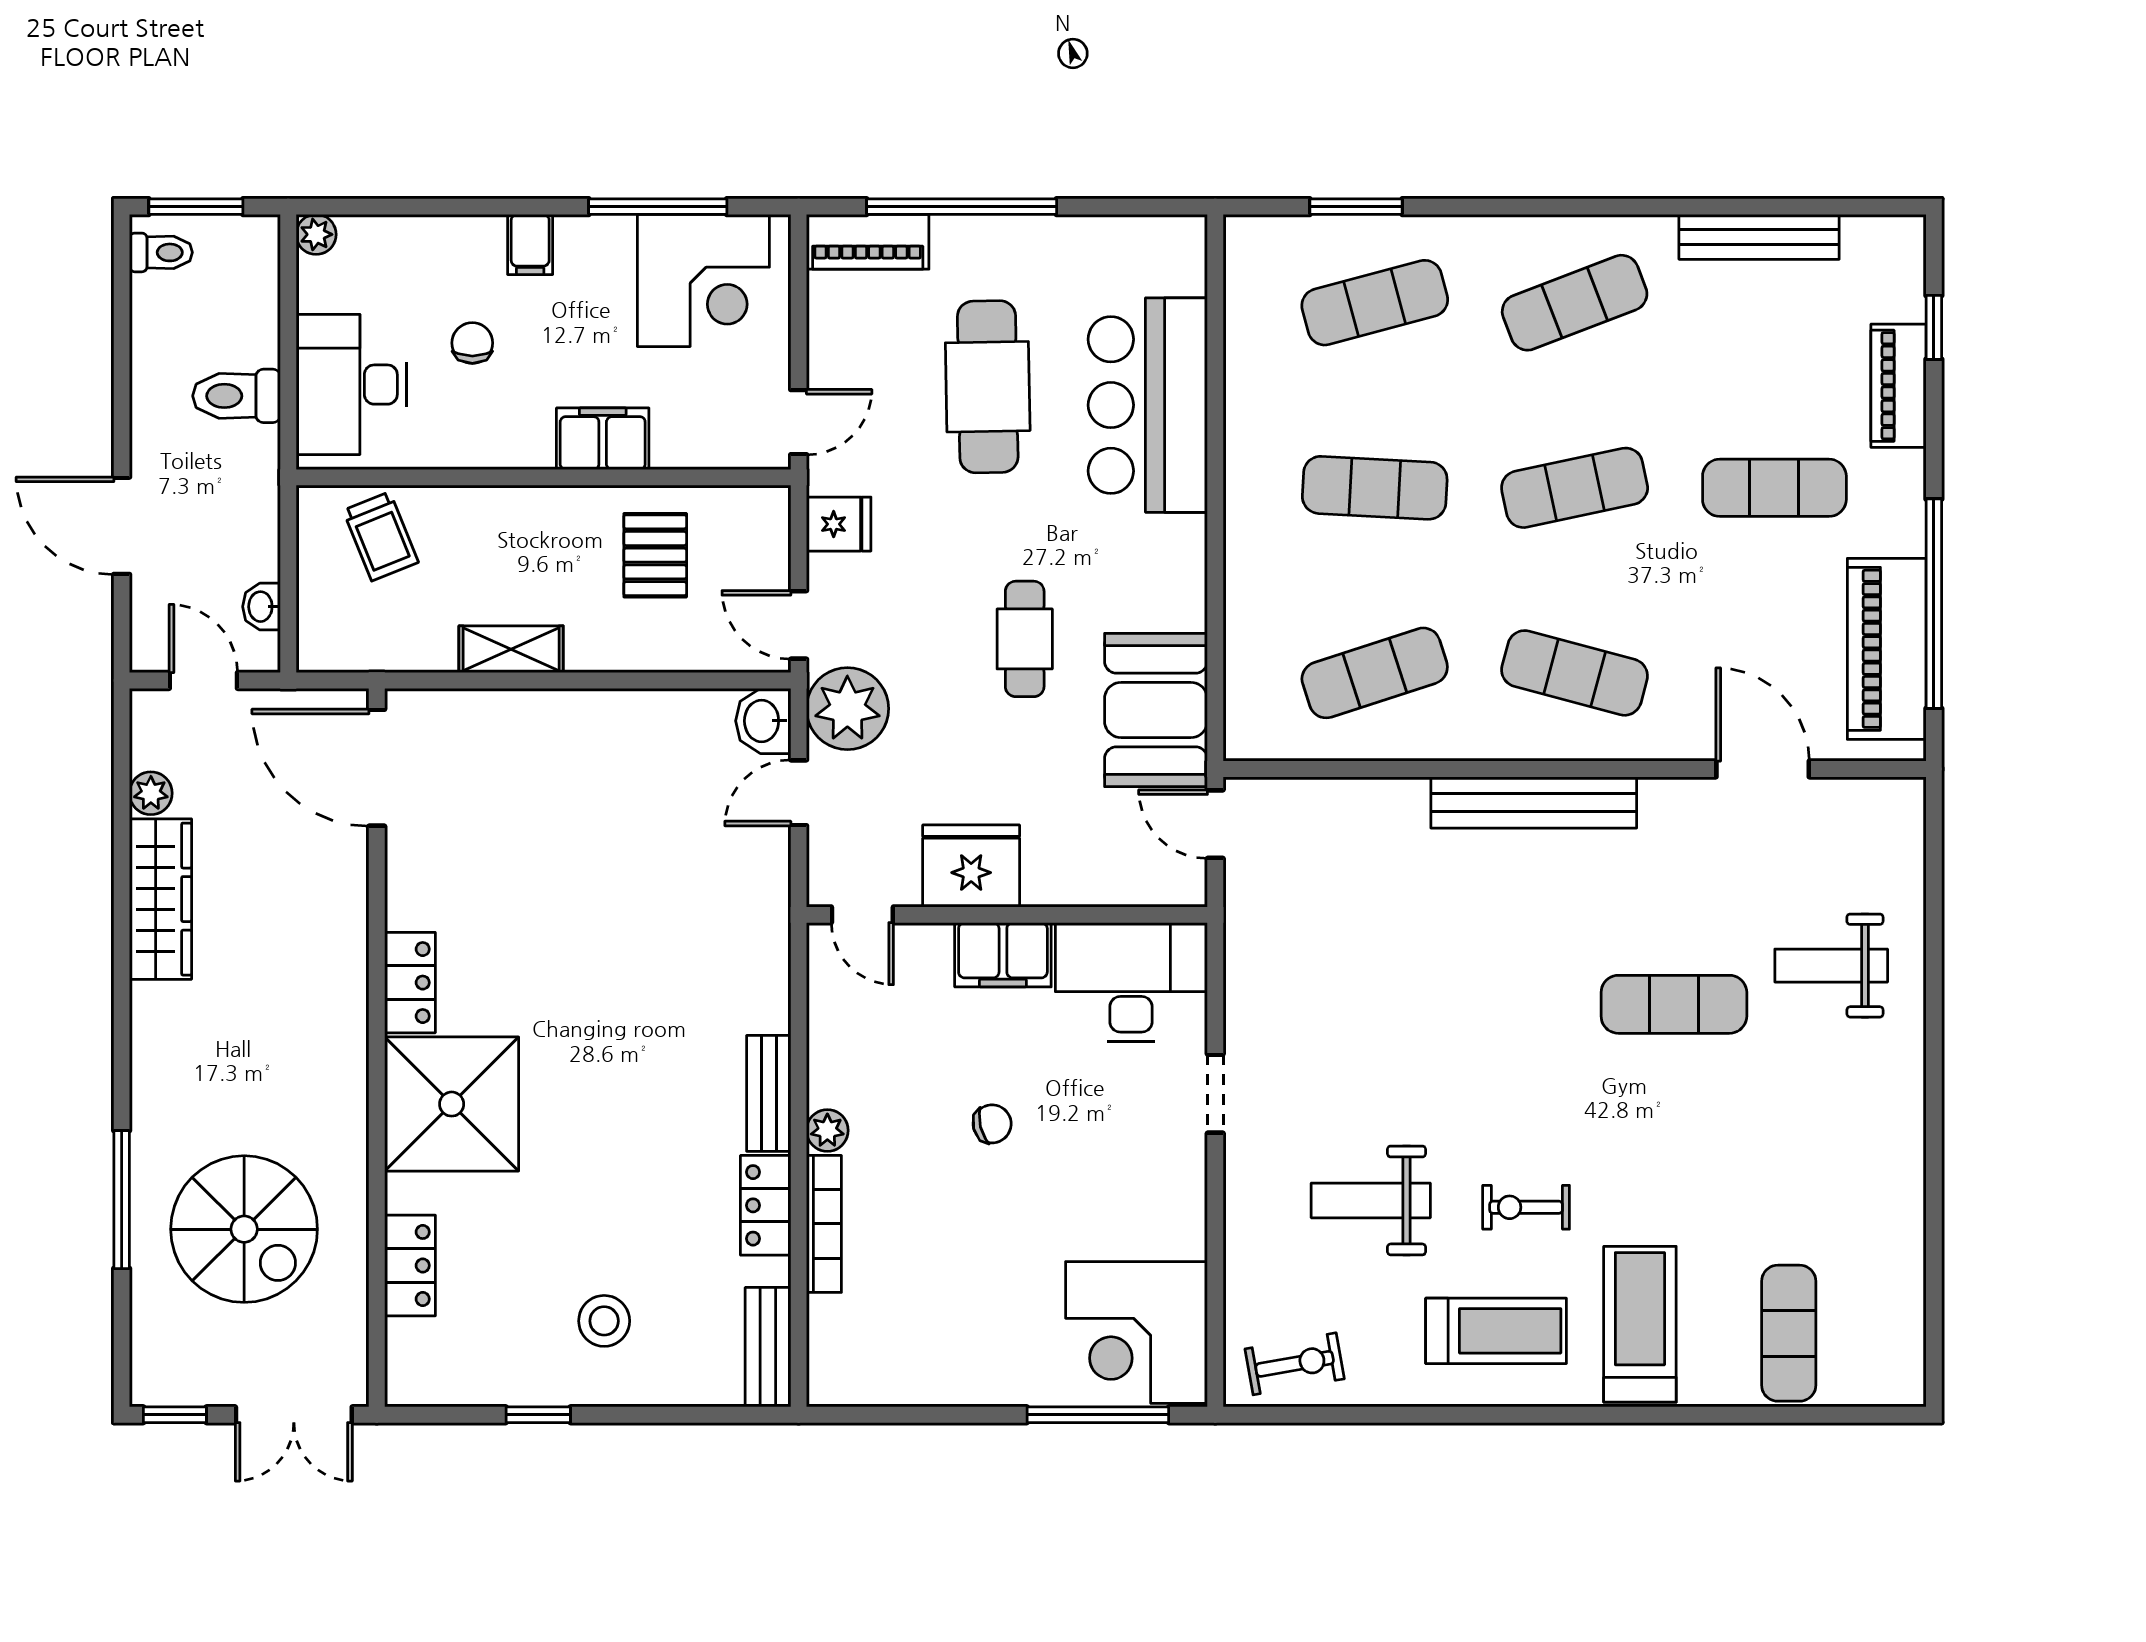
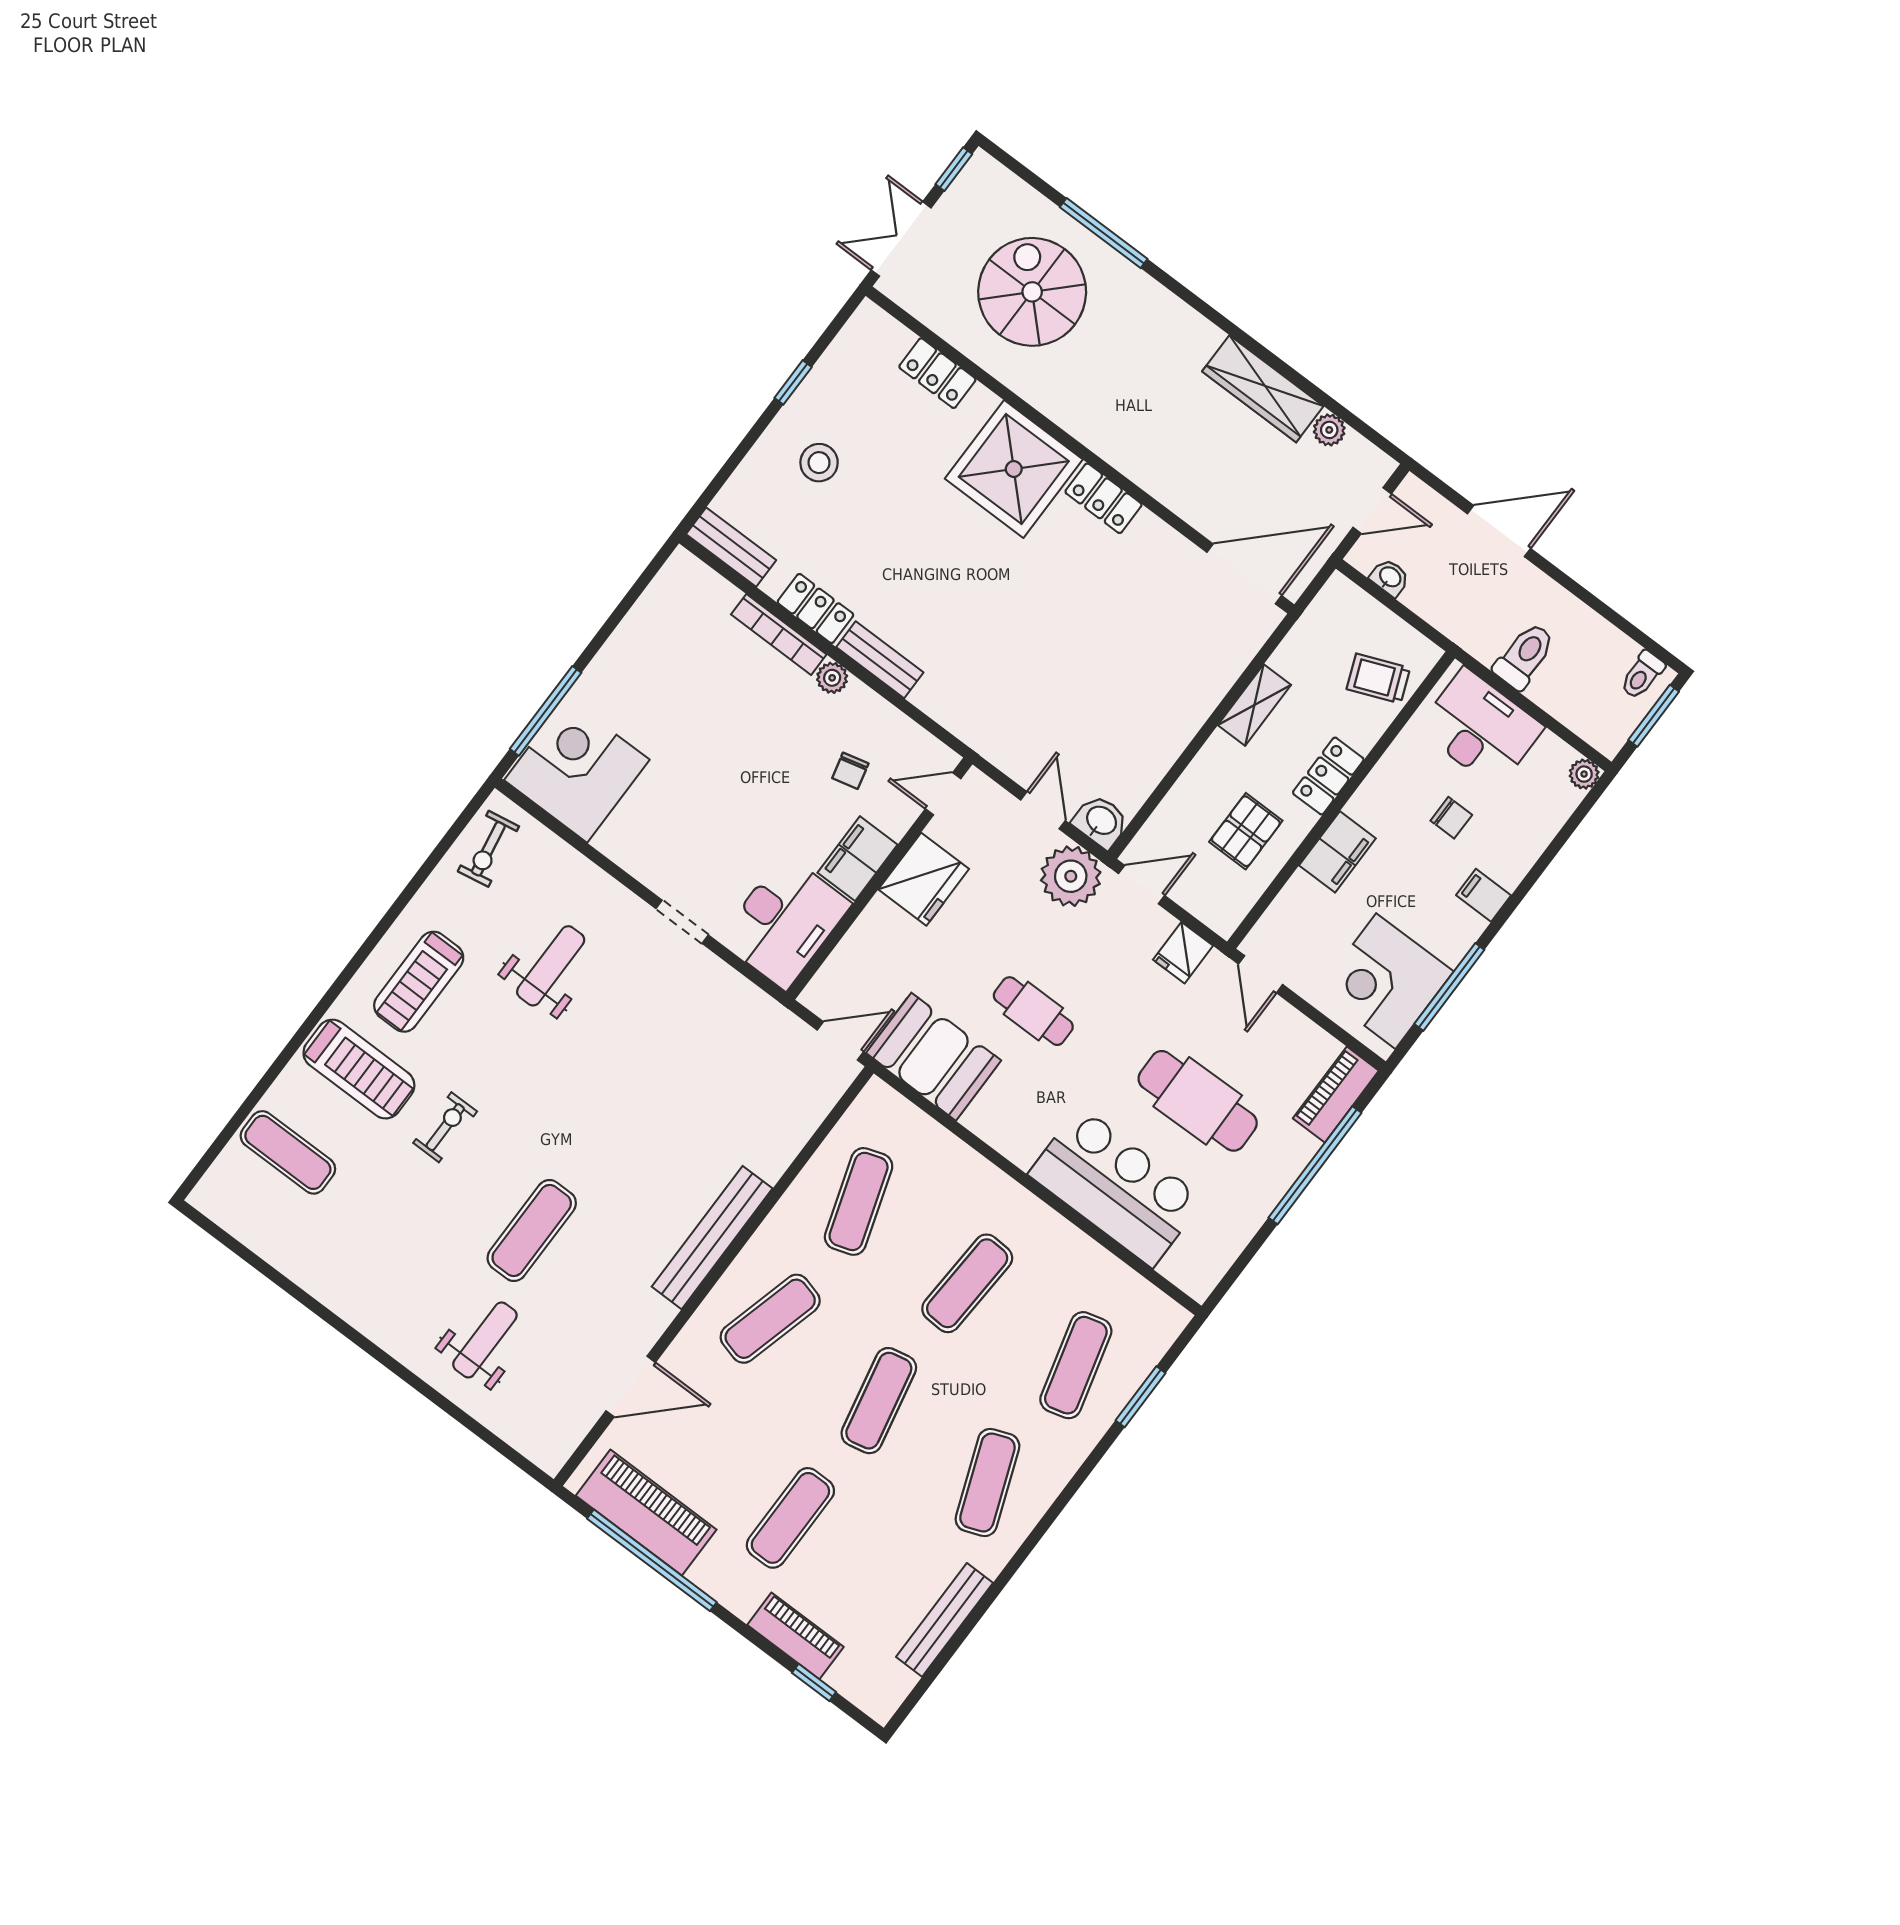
locker: (528, 511) -> (1328, 776), added
pallet: (655, 555) -> (1246, 831), turned 90
chair: (992, 1124) -> (850, 771), moved
exercise bike: (1526, 1207) -> (445, 1127), moved
spiral stairs: (244, 1229) -> (1032, 292), turned 90

